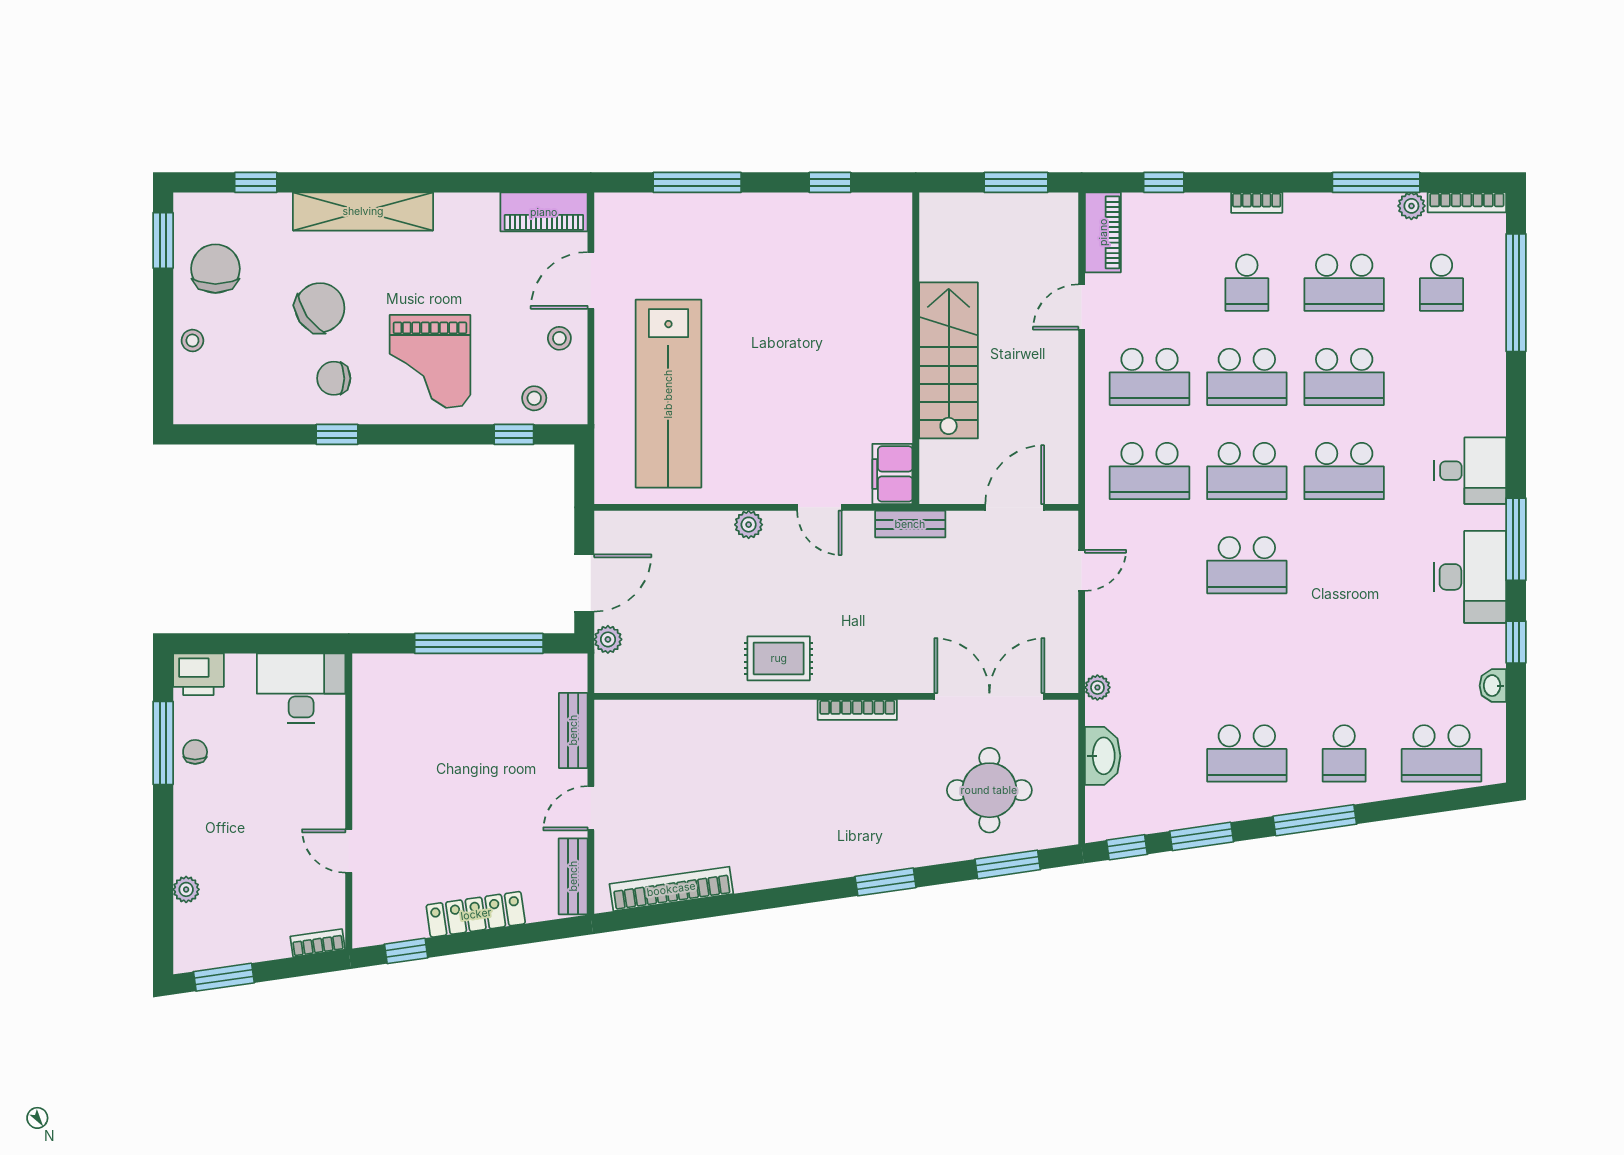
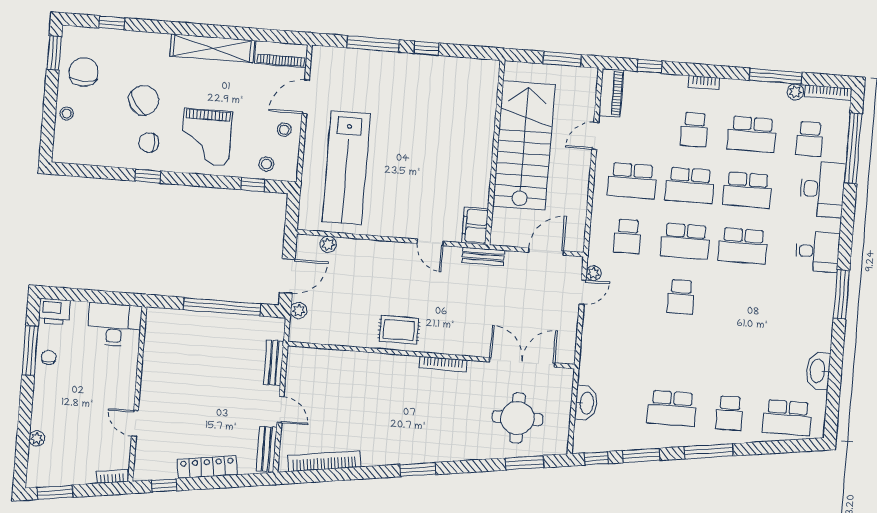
window: (830, 182) -> (427, 48), moved
shelving: (363, 211) -> (212, 48), moved
stairs: (949, 360) -> (524, 145), width x1.36, depth x1.51
school desk: (1149, 471) -> (628, 236), width x0.54
plant: (749, 525) -> (328, 244), moved
school desk: (1247, 565) -> (681, 297), width x0.54
desk: (1470, 577) -> (822, 189), moved
window: (1516, 642) -> (837, 355), removed
washbasin: (1493, 686) -> (818, 371), width x1.91, depth x1.45
plant: (1097, 687) -> (594, 273), moved
door: (591, 808) -> (280, 410), swing flipped
window: (886, 882) -> (418, 470), moved

